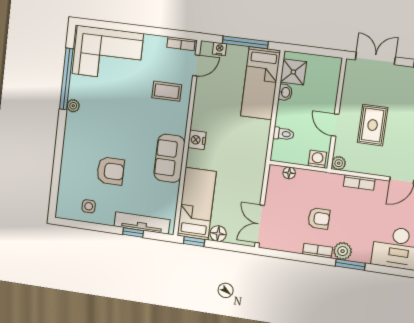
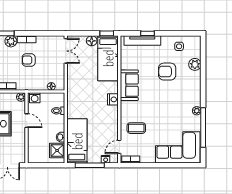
plant: (68, 176) -> (195, 64), added

